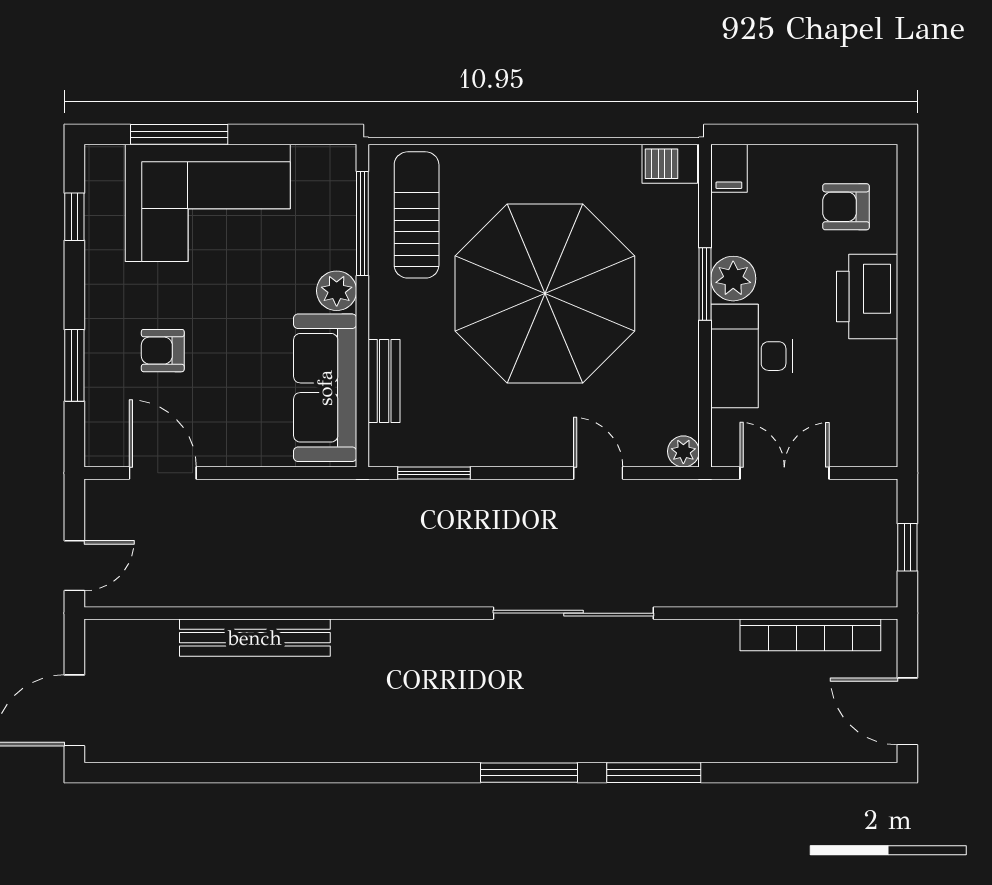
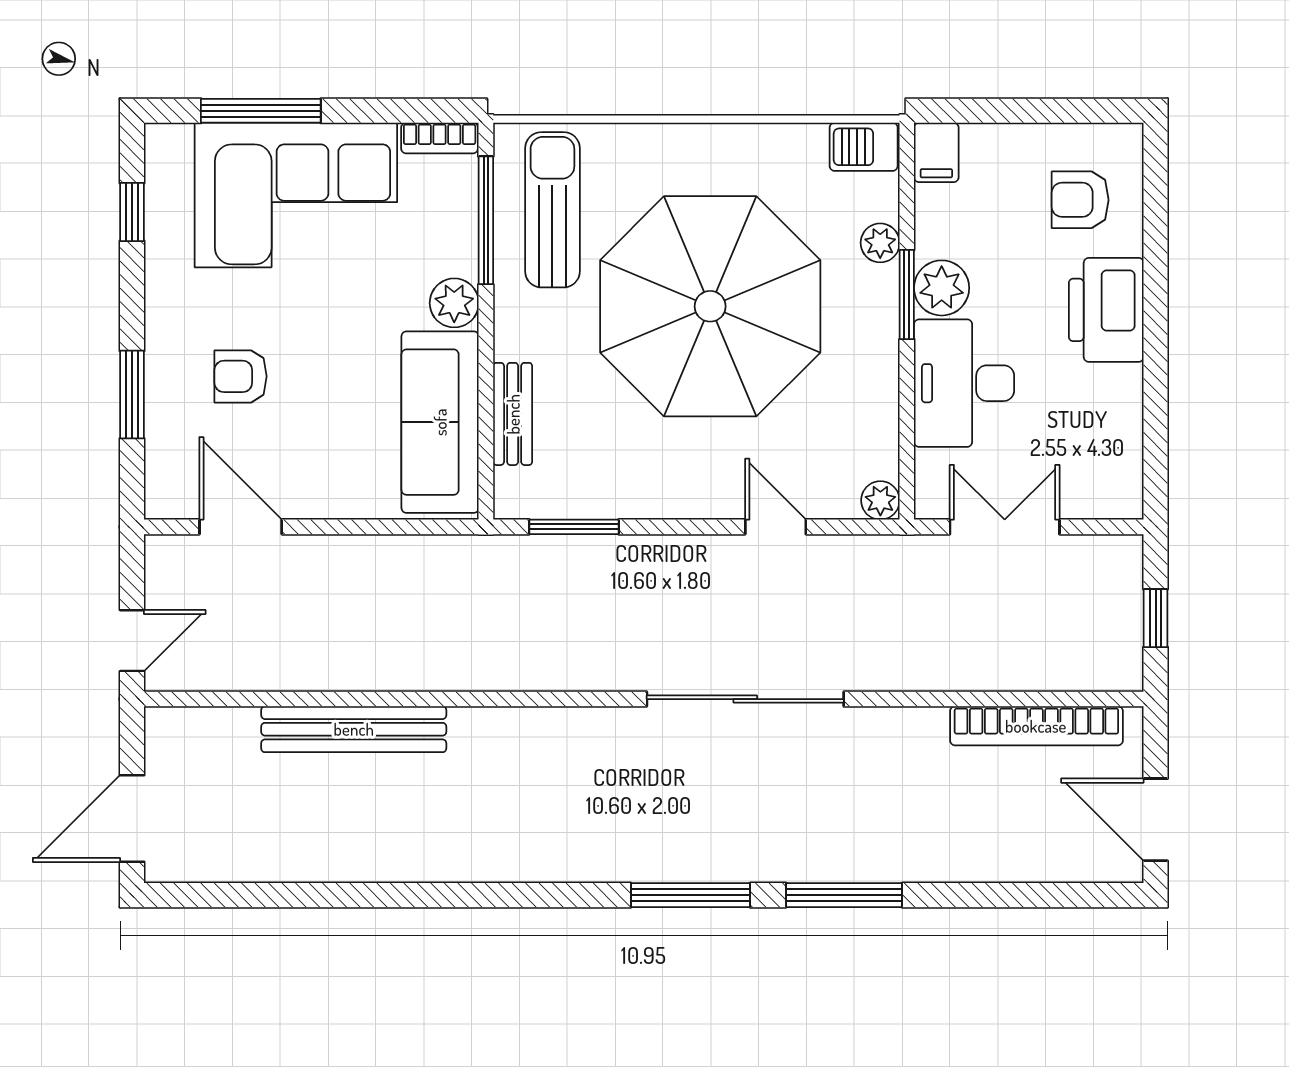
bookcase: (325, 157) -> (440, 138), added
plant: (683, 242) -> (880, 243), added

